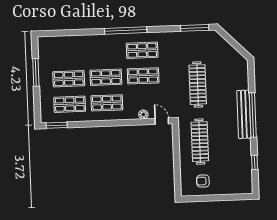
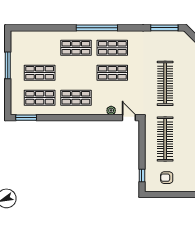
shop shelf: (106, 77) -> (76, 48), moved
window: (178, 180) -> (142, 176), added

